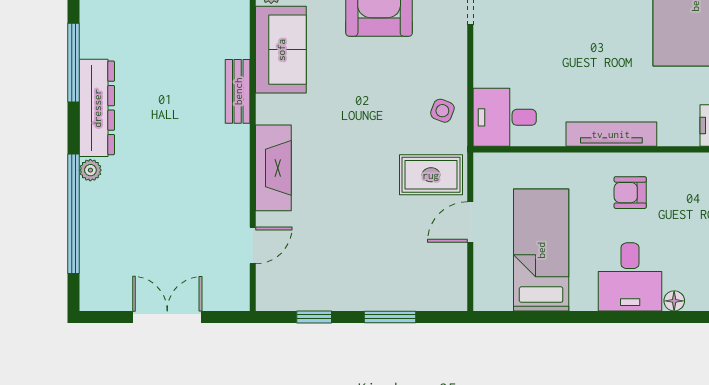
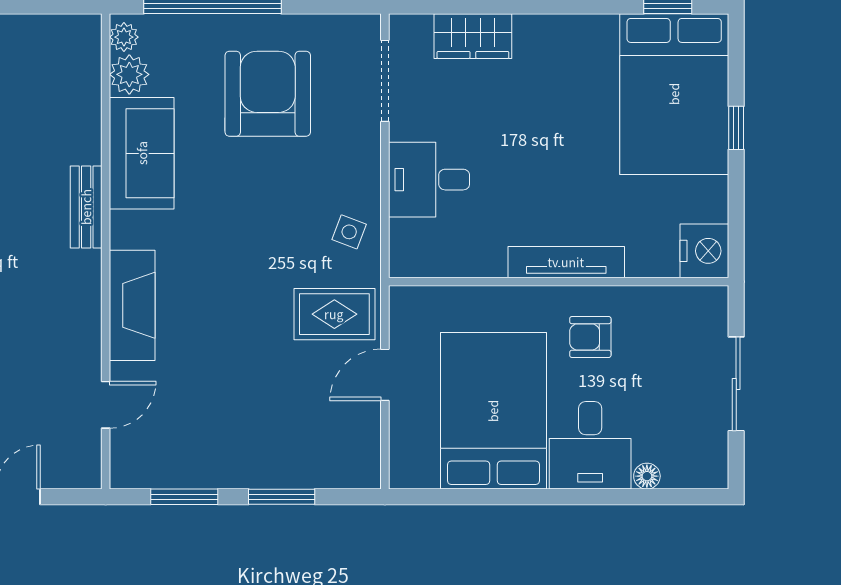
desk: (505, 117) -> (429, 180), moved
bed: (541, 250) -> (493, 411), width x1.50
window: (314, 317) -> (184, 497), width x1.50

